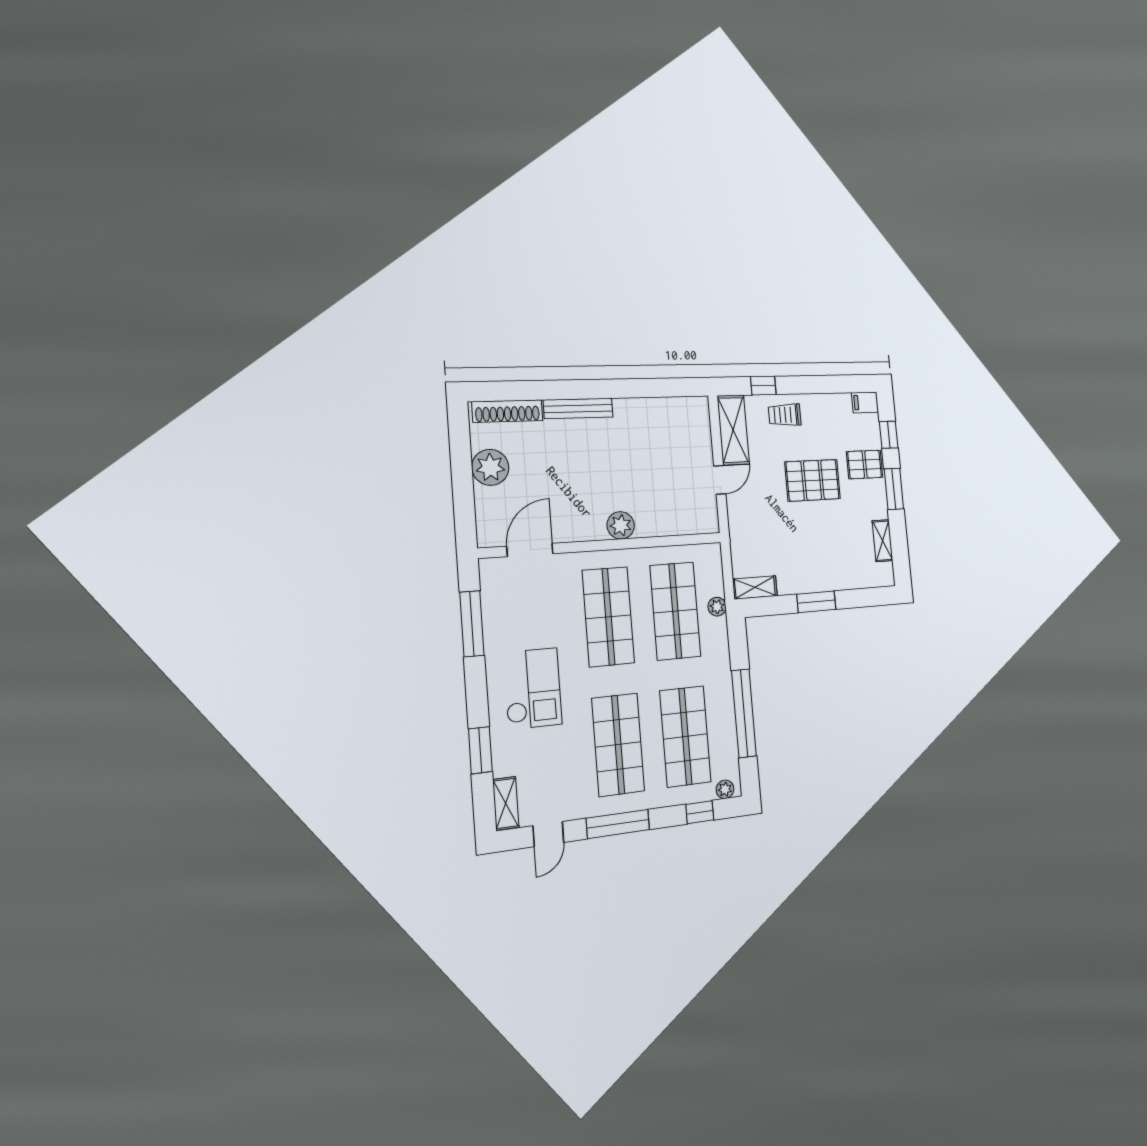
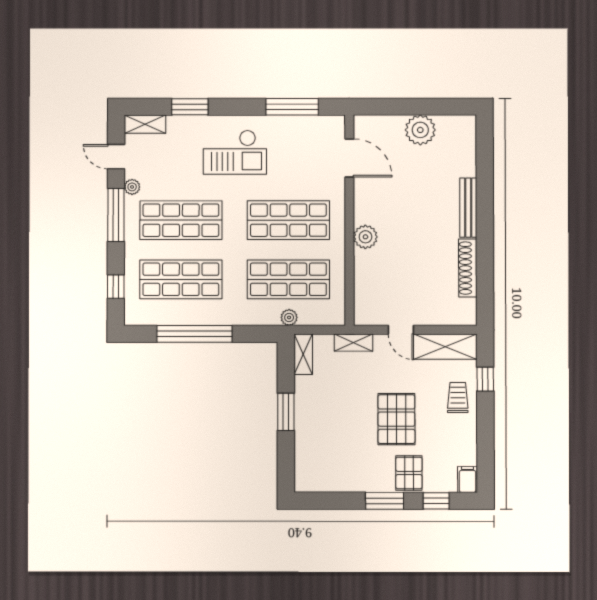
shoe rack: (507, 411) -> (468, 268), moved
shelving: (882, 541) -> (354, 343), moved
plant: (725, 789) -> (132, 187), moved

